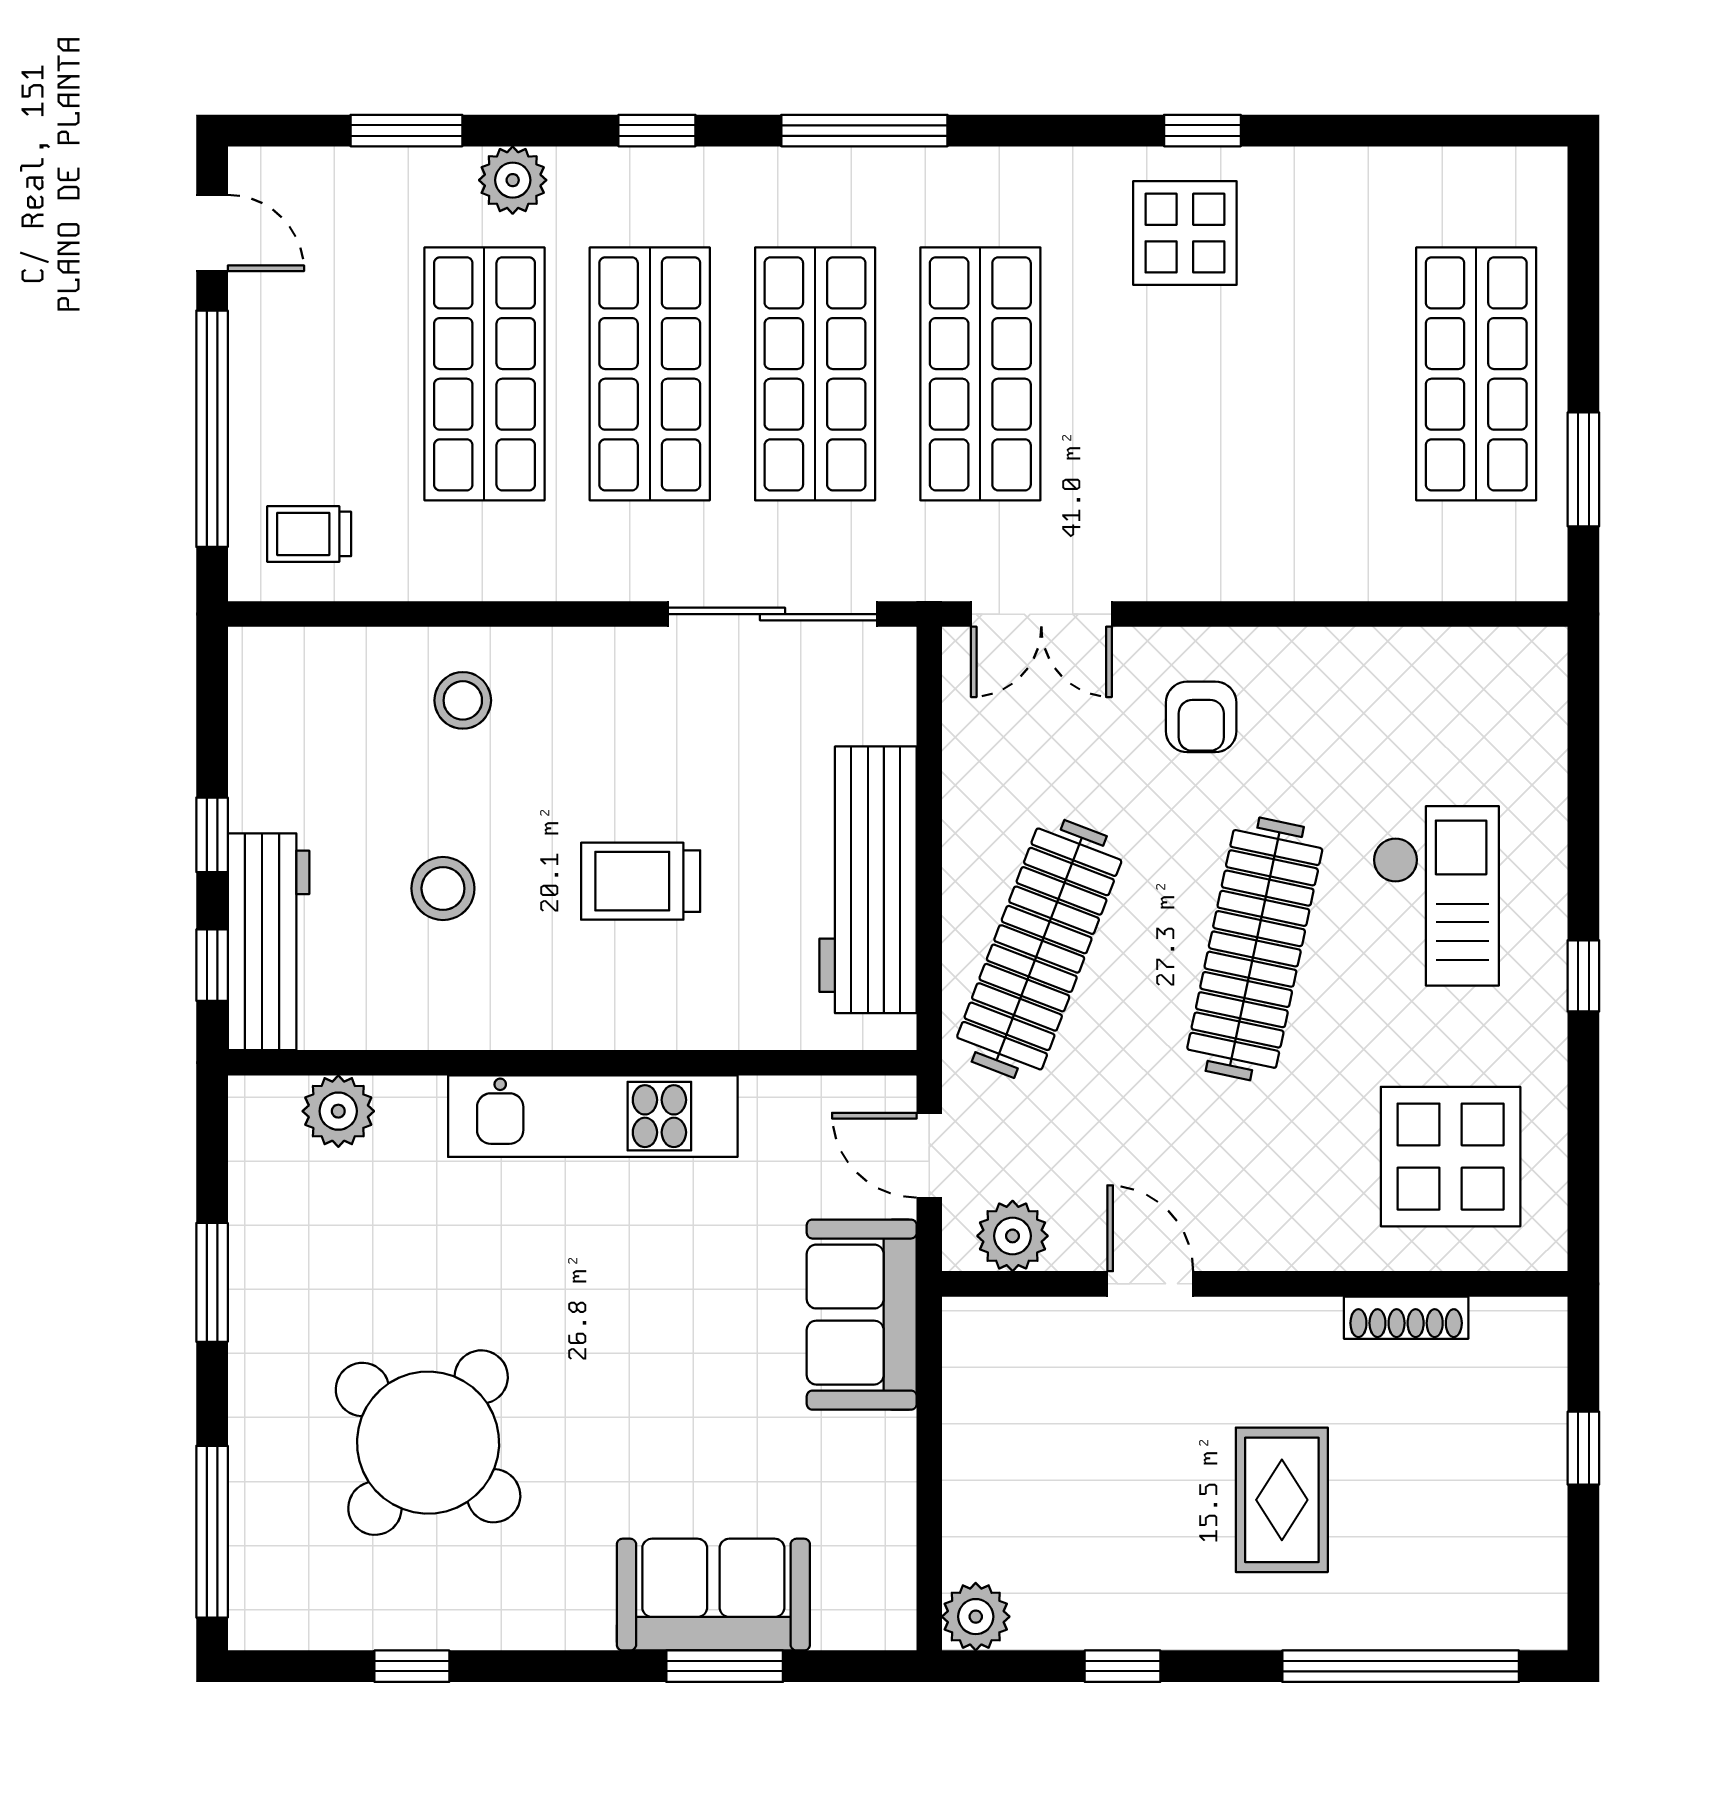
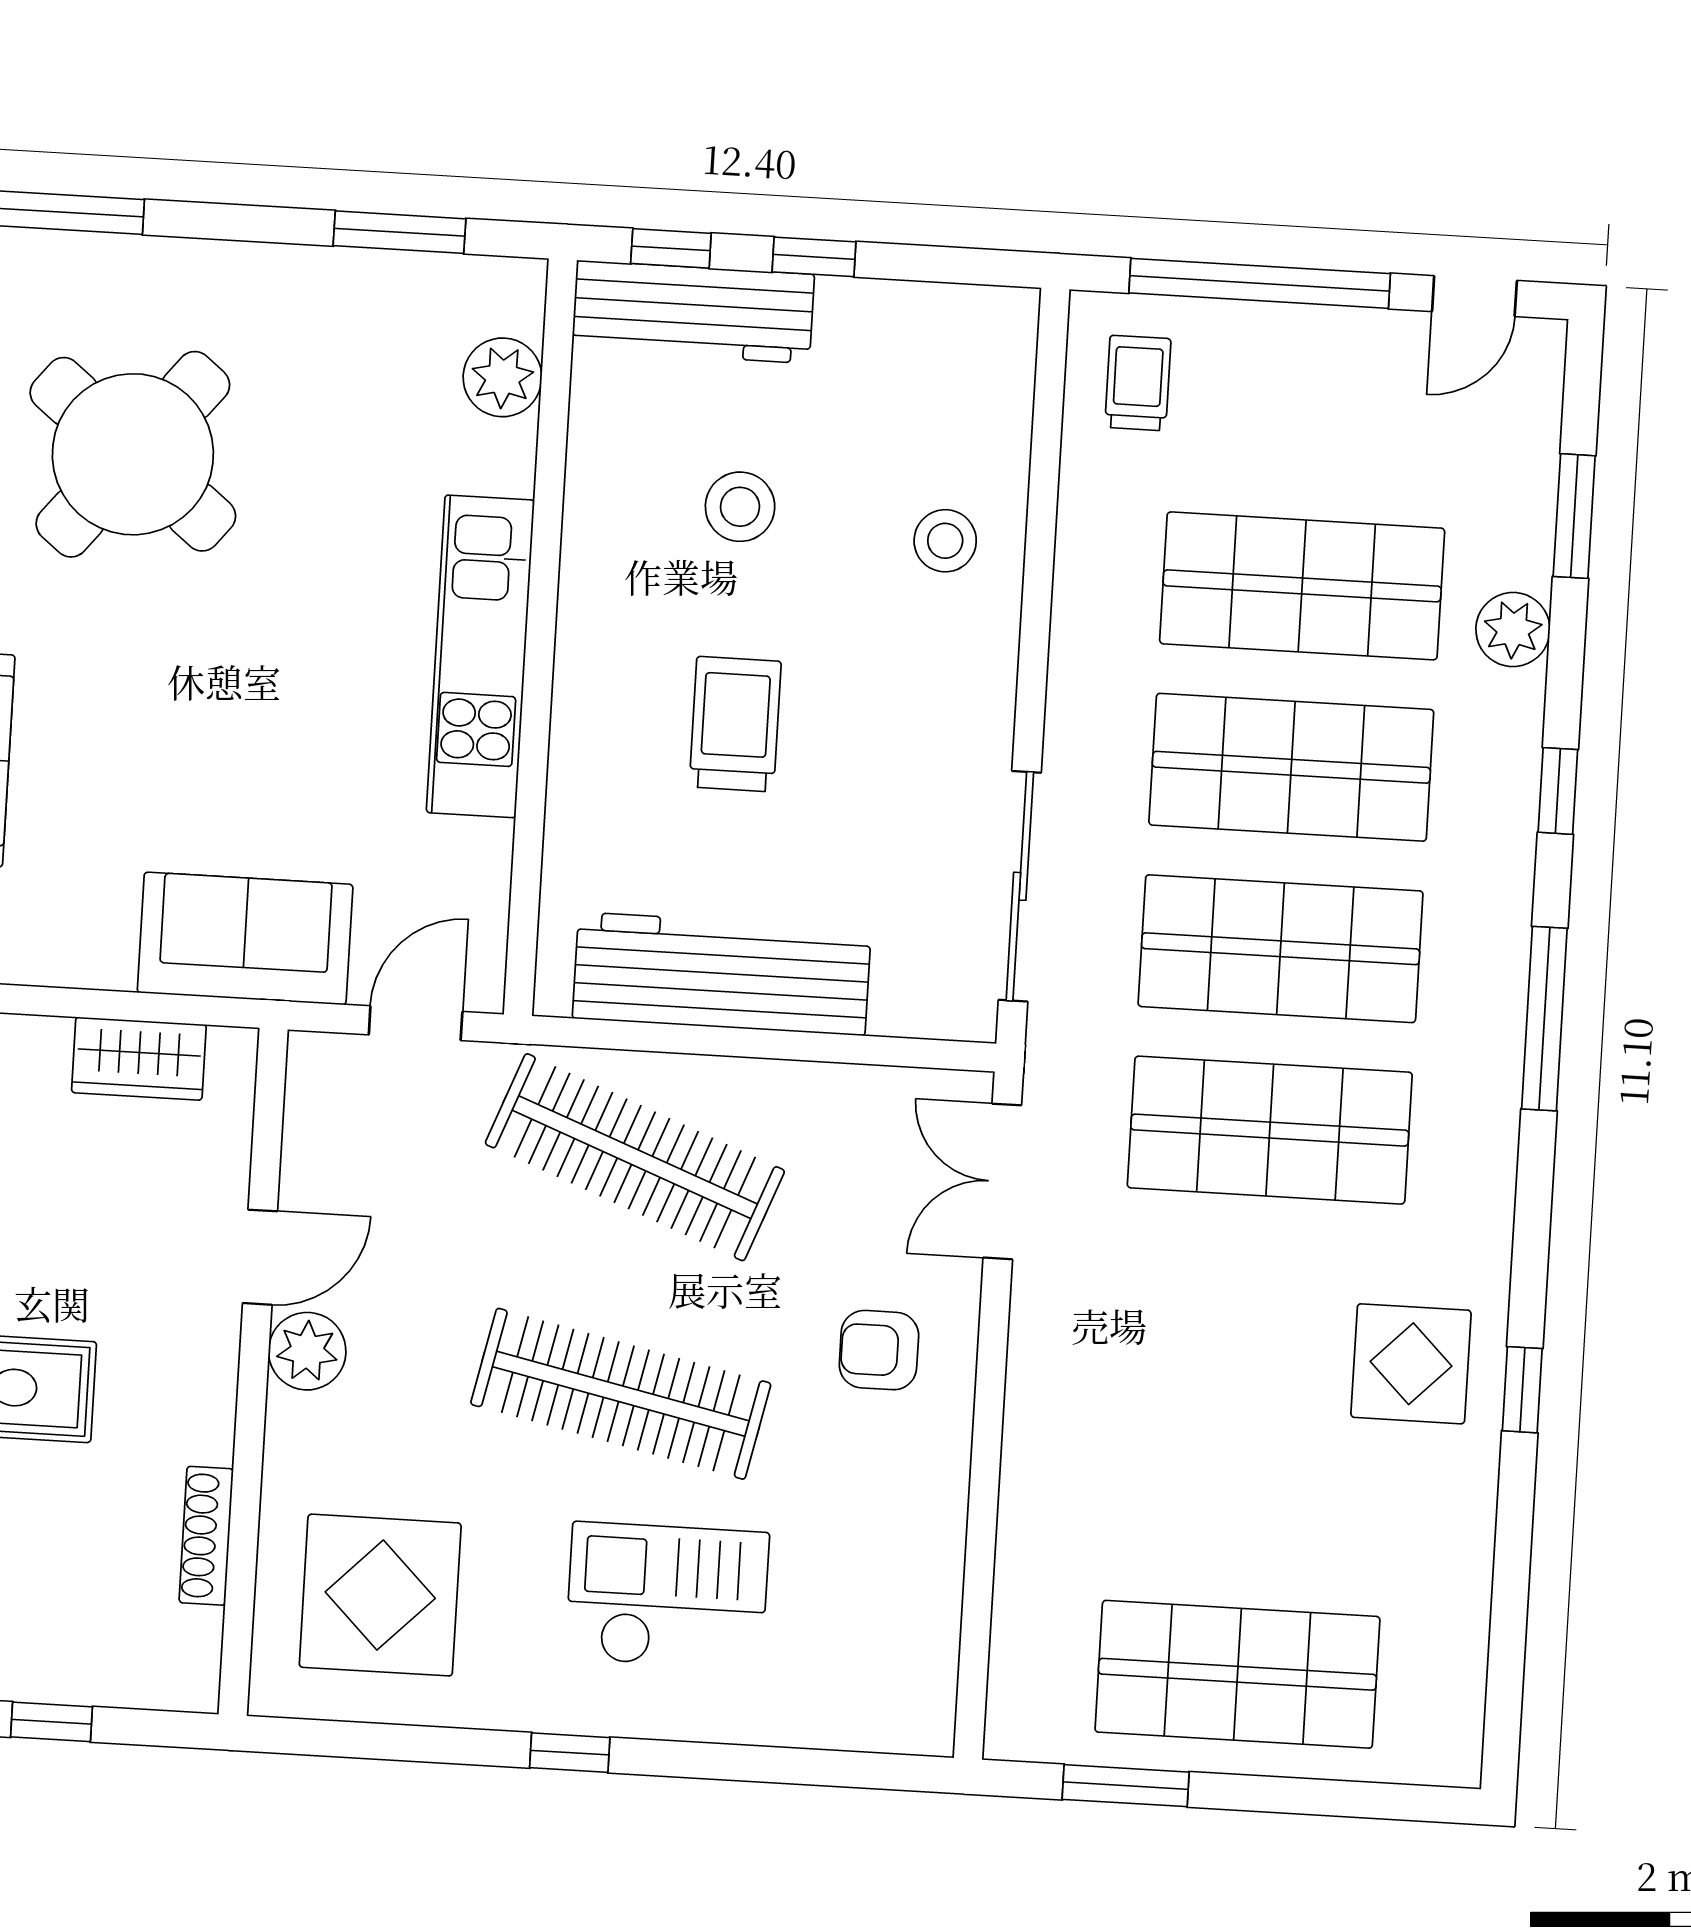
checkout: (1436, 896) -> (667, 1596), turned 180
plant: (1013, 1236) -> (307, 1351), moved
window: (212, 1282) -> (400, 232), moved
wardrobe: (976, 1405) -> (139, 1059), added

